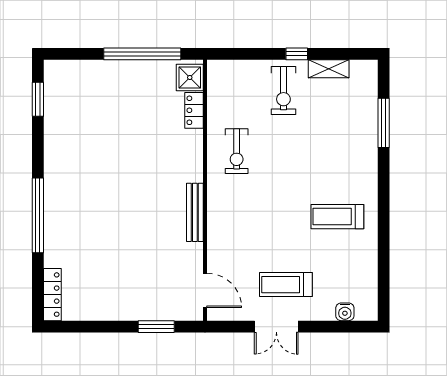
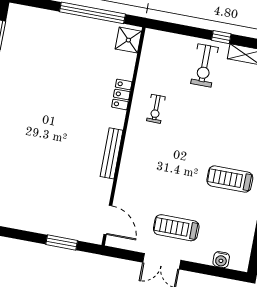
locker: (194, 110) -> (122, 94), moved
exercise bike: (237, 151) -> (156, 109), width x0.73, depth x0.72

